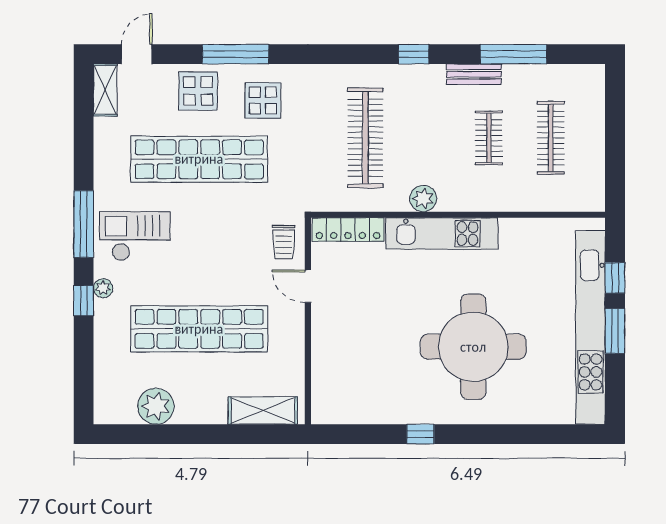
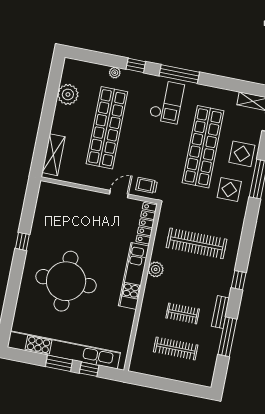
plant: (103, 288) -> (115, 73), moved

